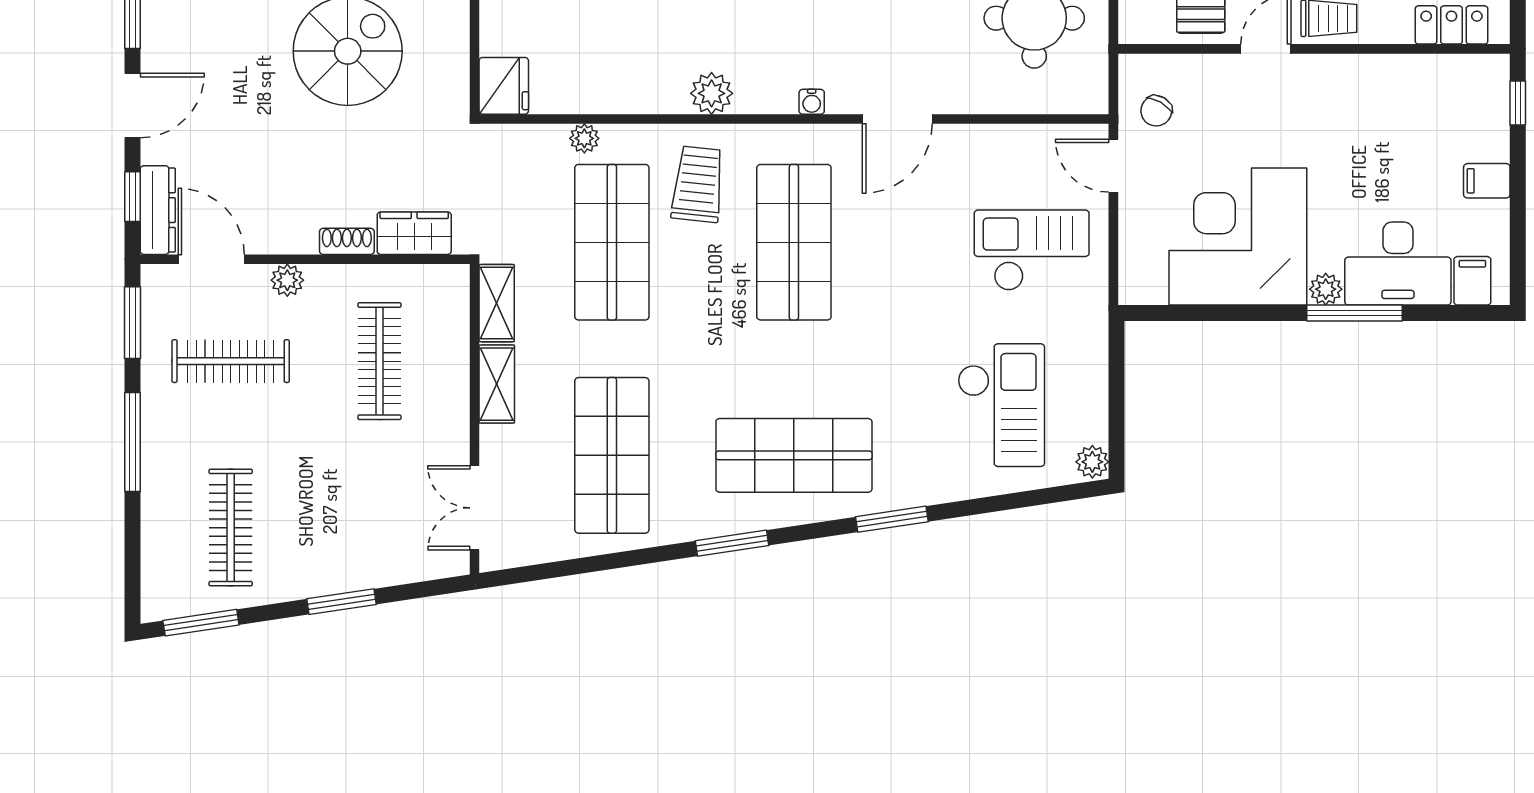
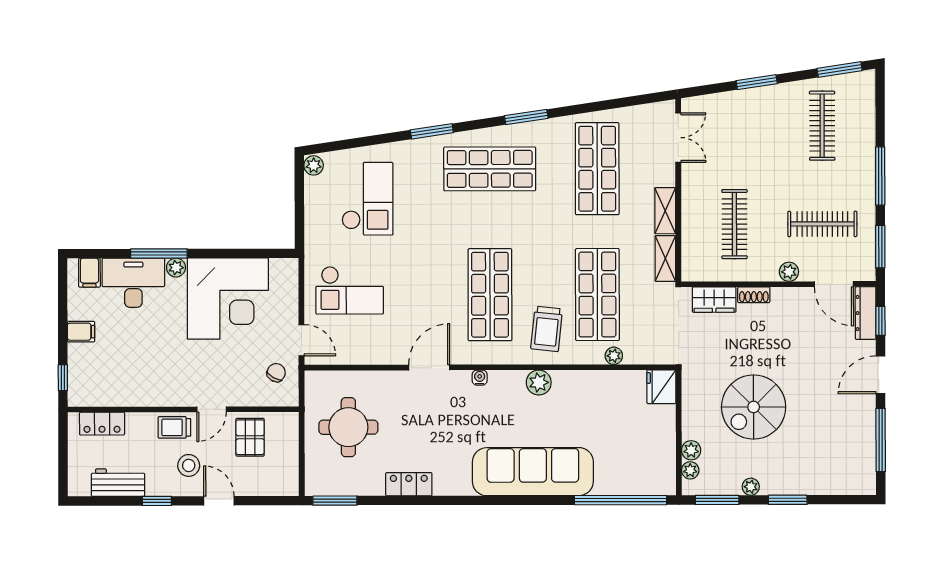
checkout: (1001, 405) -> (367, 199), turned 180

